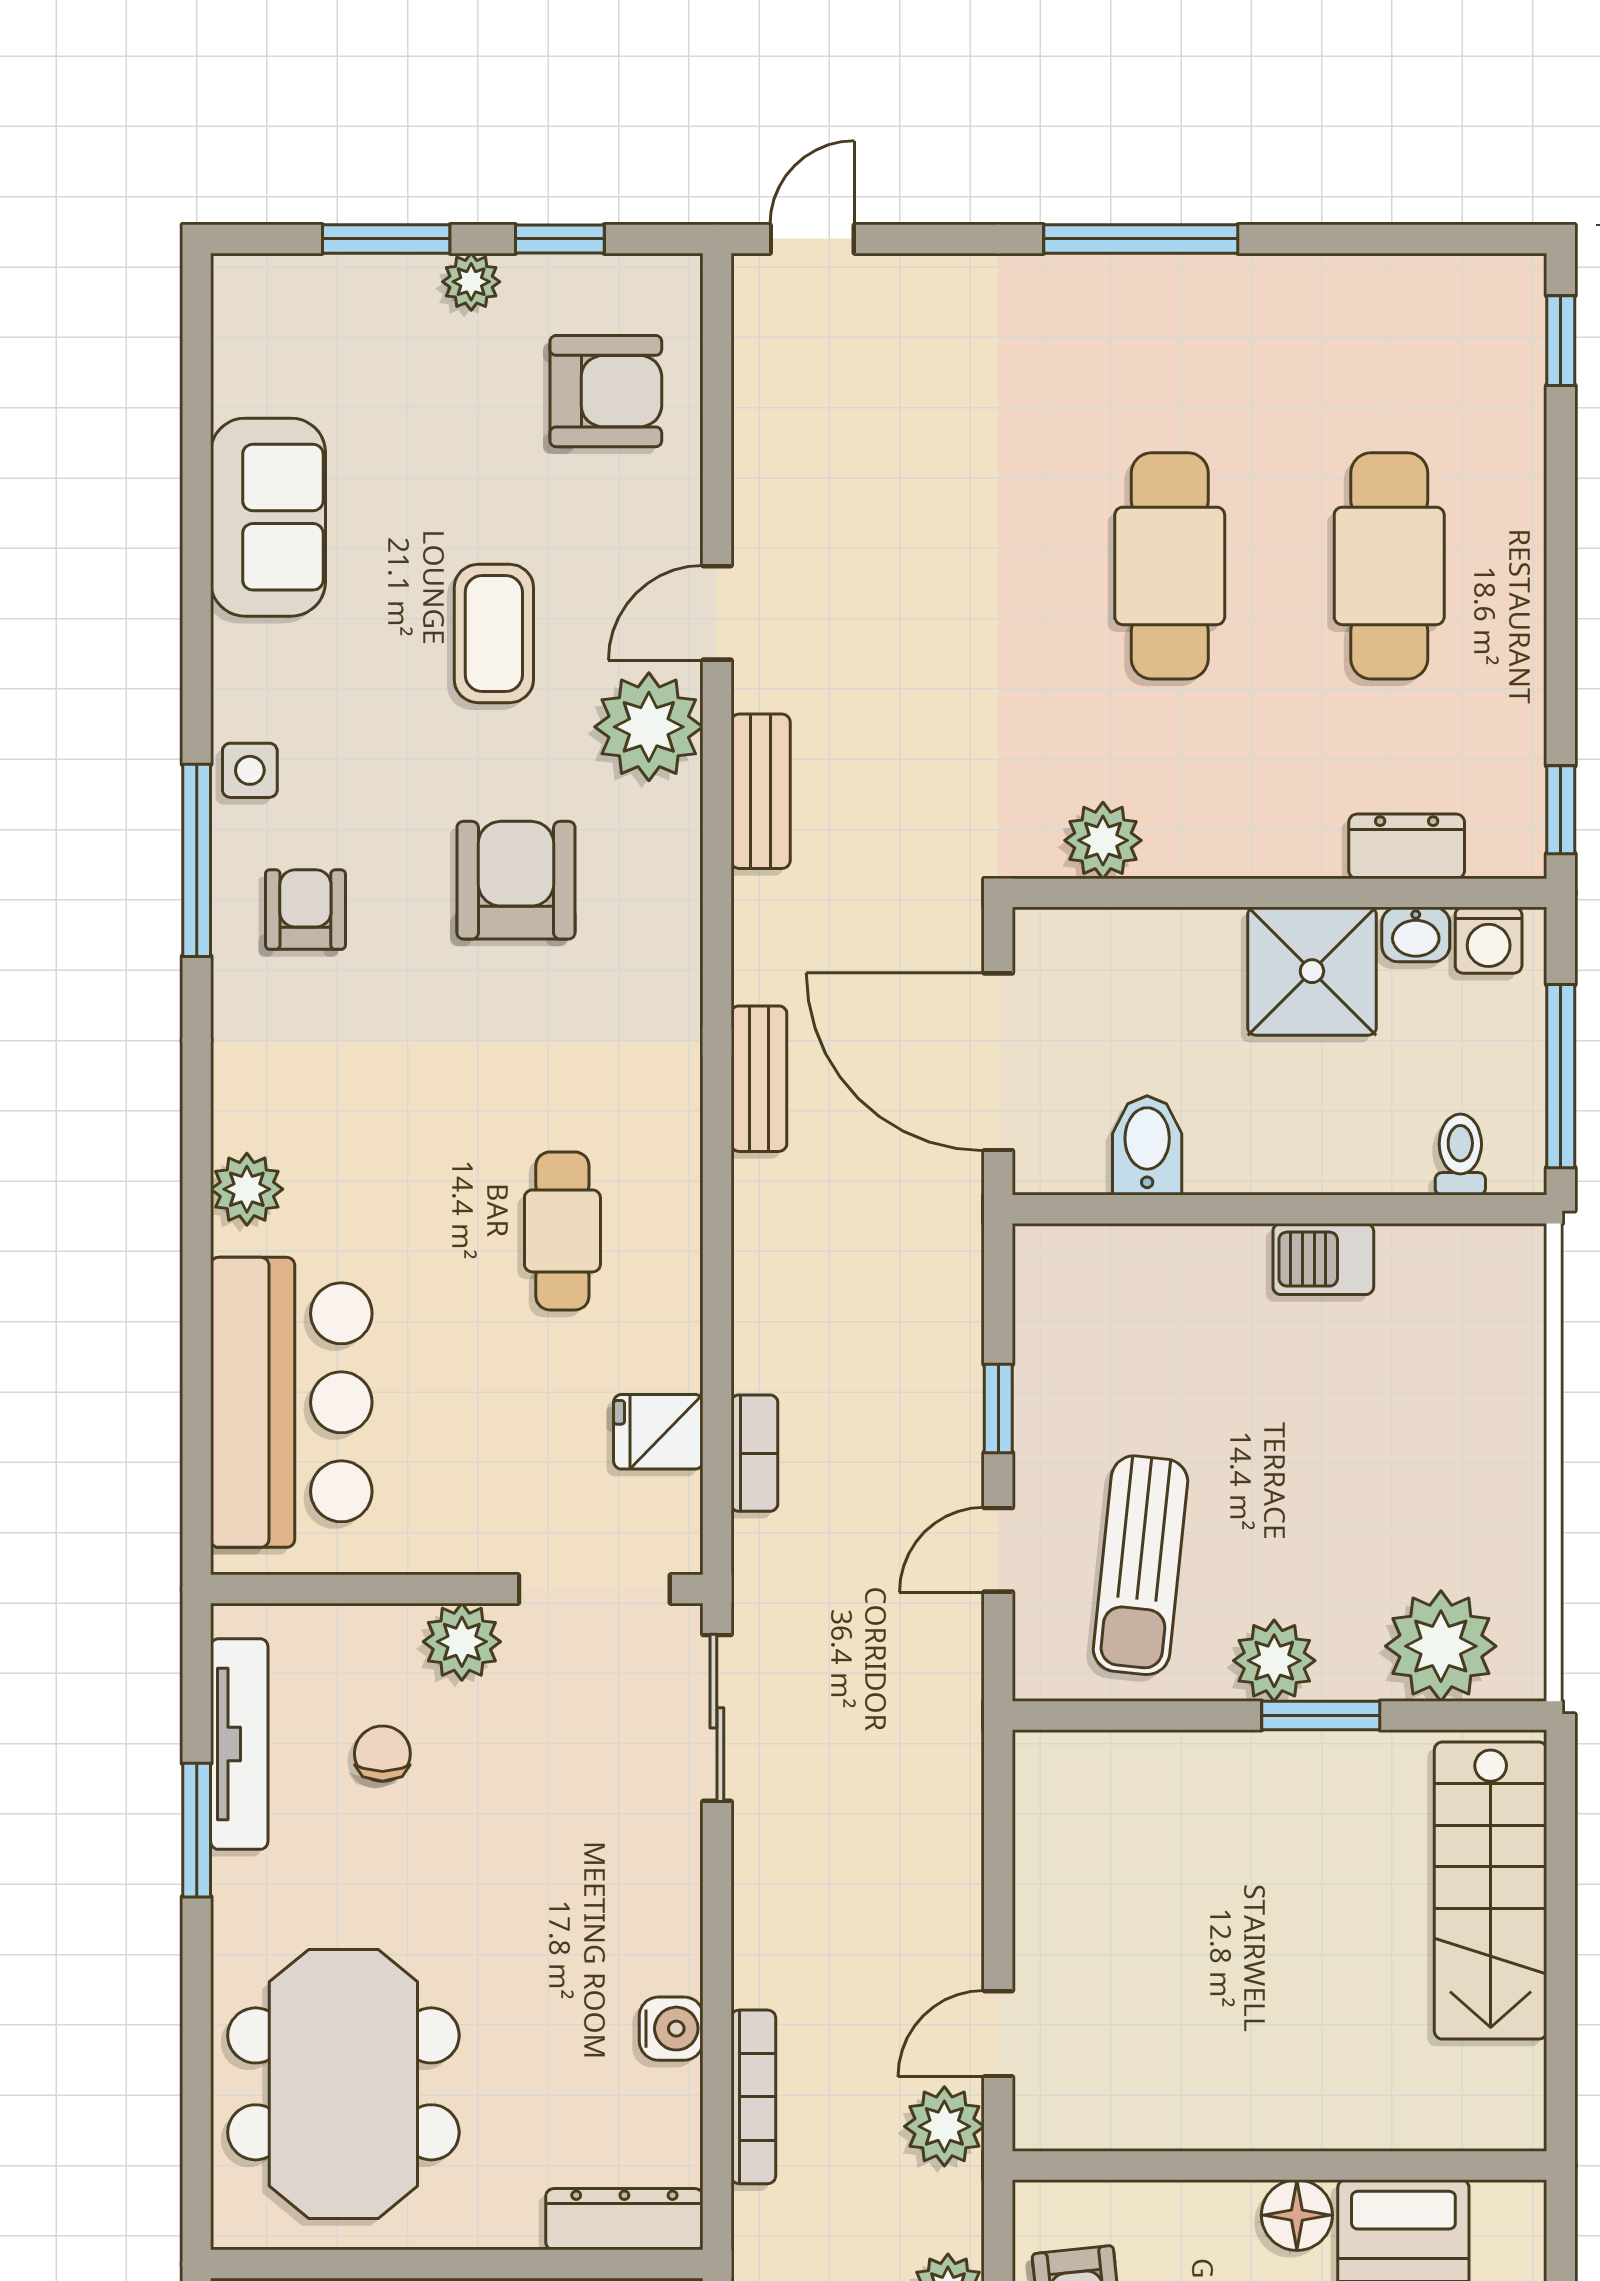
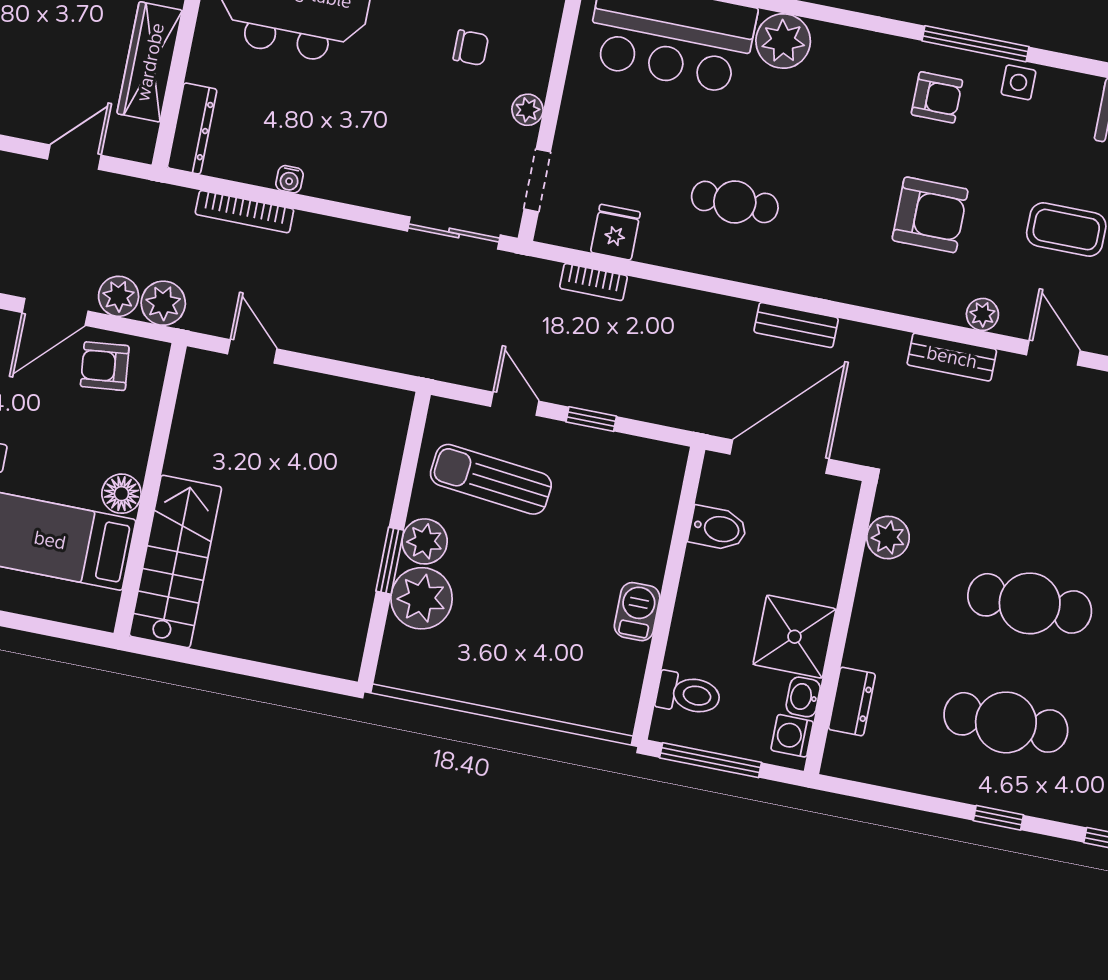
plant: (649, 727) -> (982, 314), width x0.53, depth x0.53
window: (1561, 810) -> (998, 818), moved
toilet: (1460, 1155) -> (688, 694), width x1.37, depth x1.39
plant: (247, 1189) -> (783, 41), width x1.36, depth x1.36
doorway: (594, 1589) -> (537, 180), width x0.73
plant: (462, 1642) -> (527, 110), width x0.73, depth x0.73
plant: (1441, 1646) -> (422, 598), moved
stairs: (1491, 1891) -> (175, 561), moved, turned 90
water cooler: (671, 2029) -> (289, 179), width x0.72, depth x0.72
plant: (944, 2126) -> (163, 303), moved

